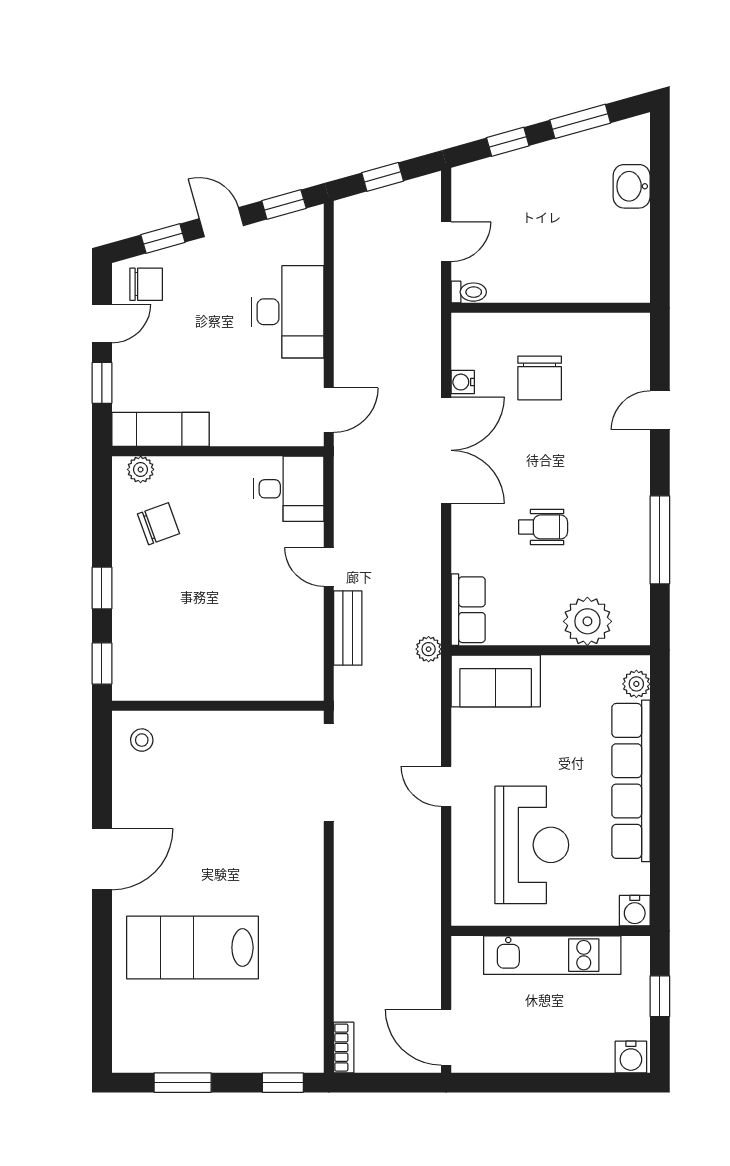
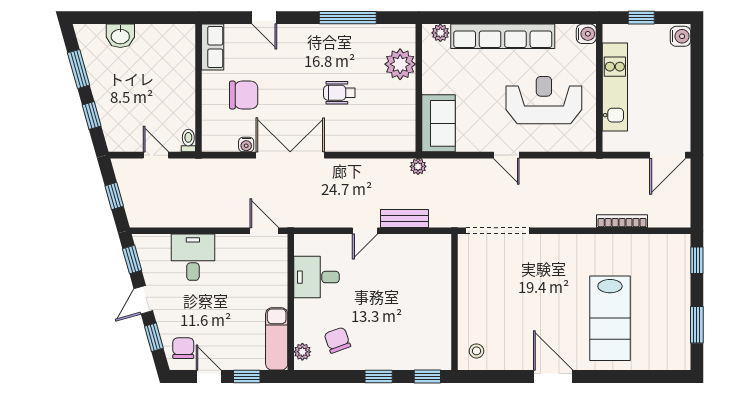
desk: (288, 312) -> (193, 257), width x0.73
desk: (289, 489) -> (317, 277), moved, turned -90
wheelchair: (543, 527) -> (339, 93), turned -90
row of seats: (468, 610) -> (213, 47), moved, turned 90
door: (446, 786) -> (506, 155), hinge flipped
bookcase: (344, 1048) -> (622, 221), moved, width x1.56

